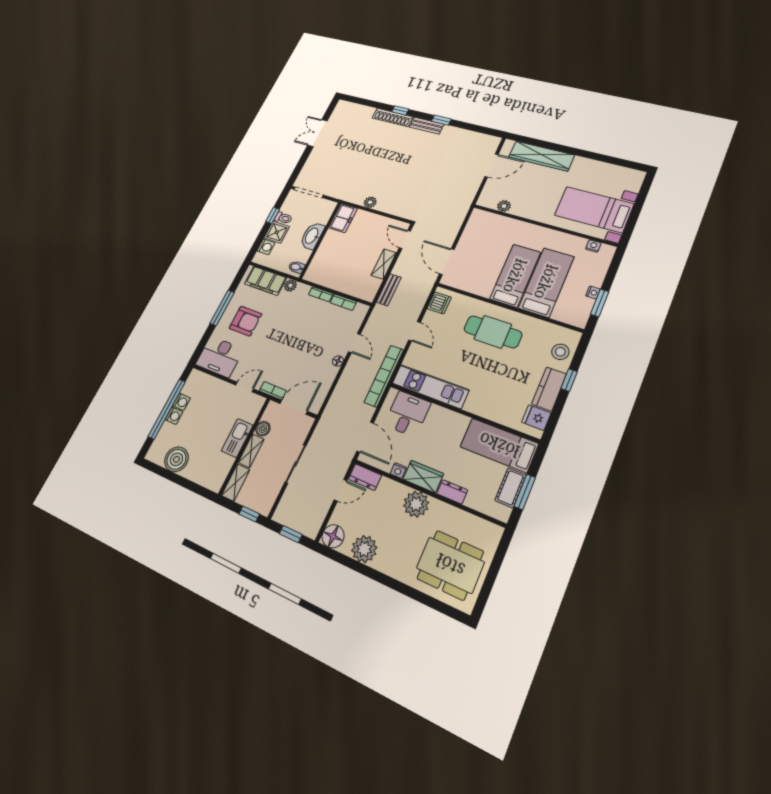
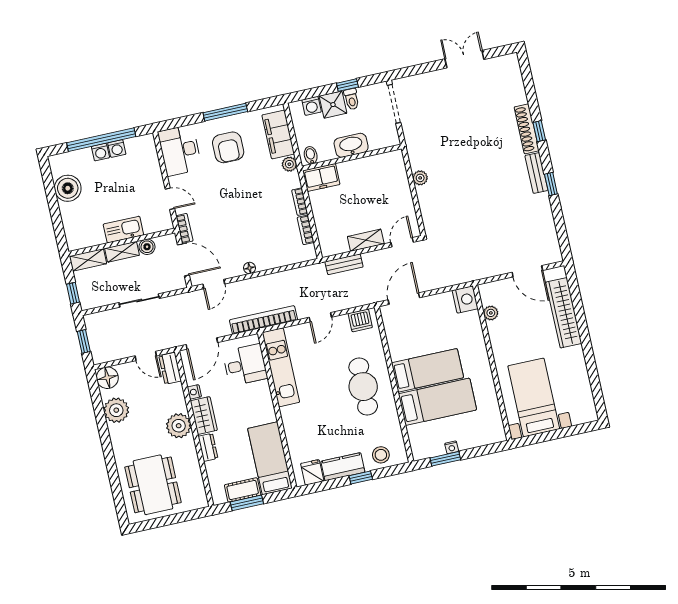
freezer: (343, 218) -> (321, 178), moved
nightstand: (593, 246) -> (465, 299), moved, width x1.89, depth x1.79
door: (354, 343) -> (214, 284), moved

